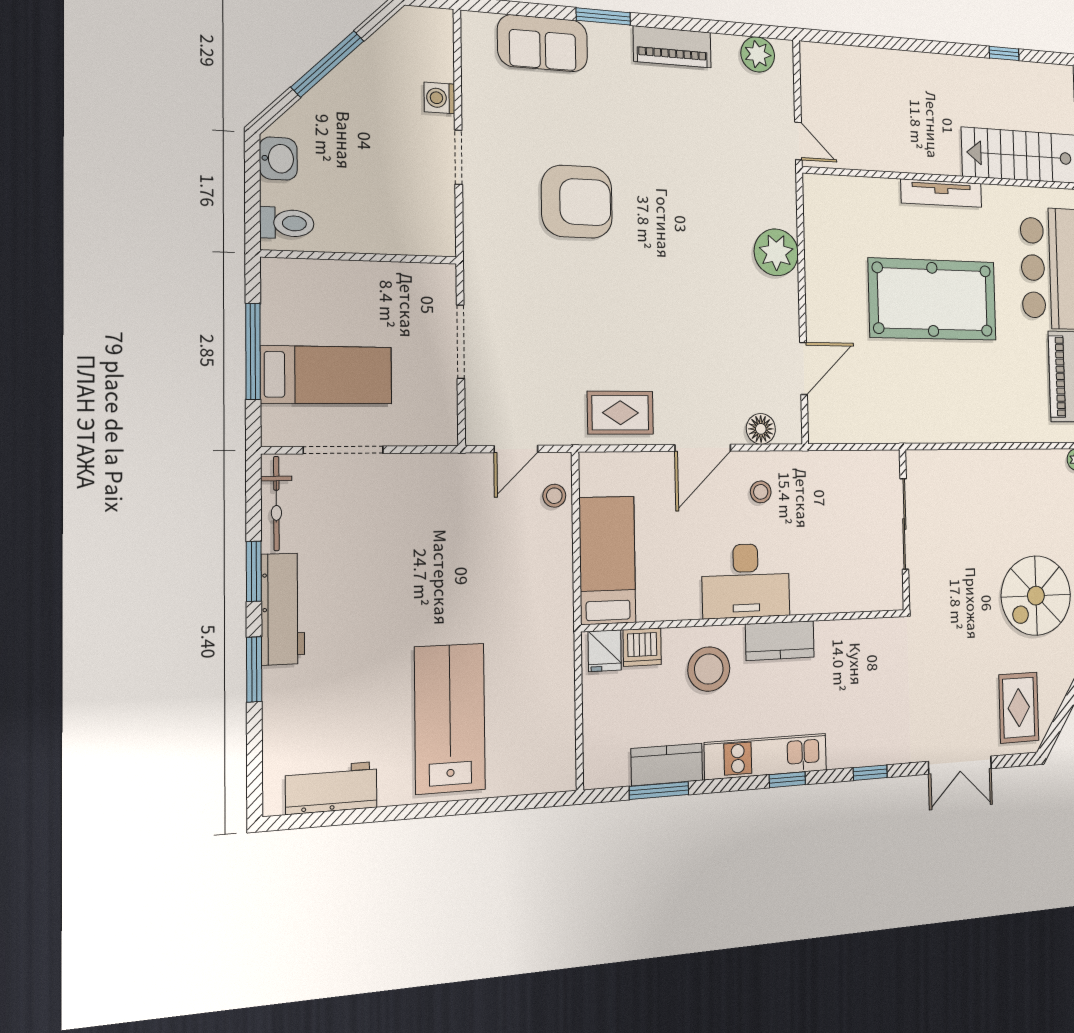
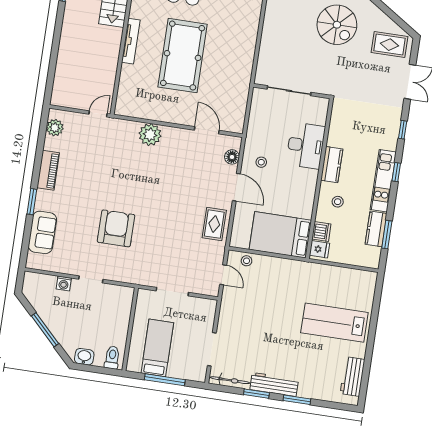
bed: (327, 375) -> (157, 348), moved
bed: (607, 560) -> (280, 235), width x1.50
desk: (746, 581) -> (306, 146), moved
stool: (709, 669) -> (338, 202), width x0.53, depth x0.53

